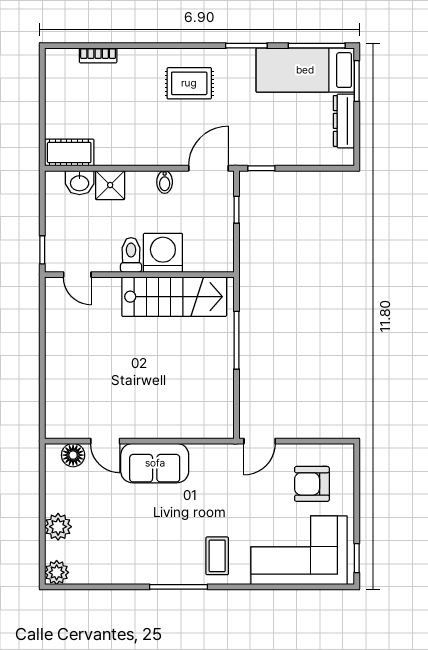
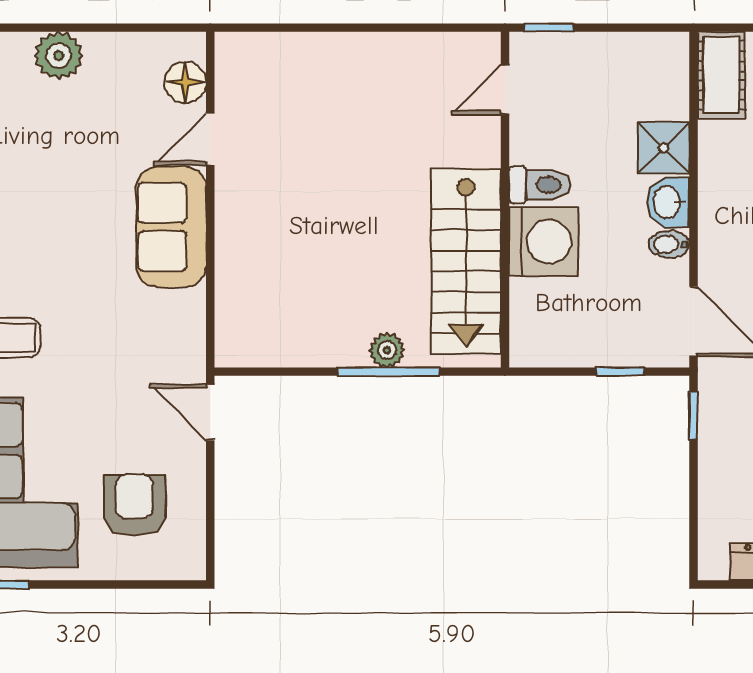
washbasin: (80, 183) -> (668, 202), moved
plant: (224, 341) -> (387, 350), added

